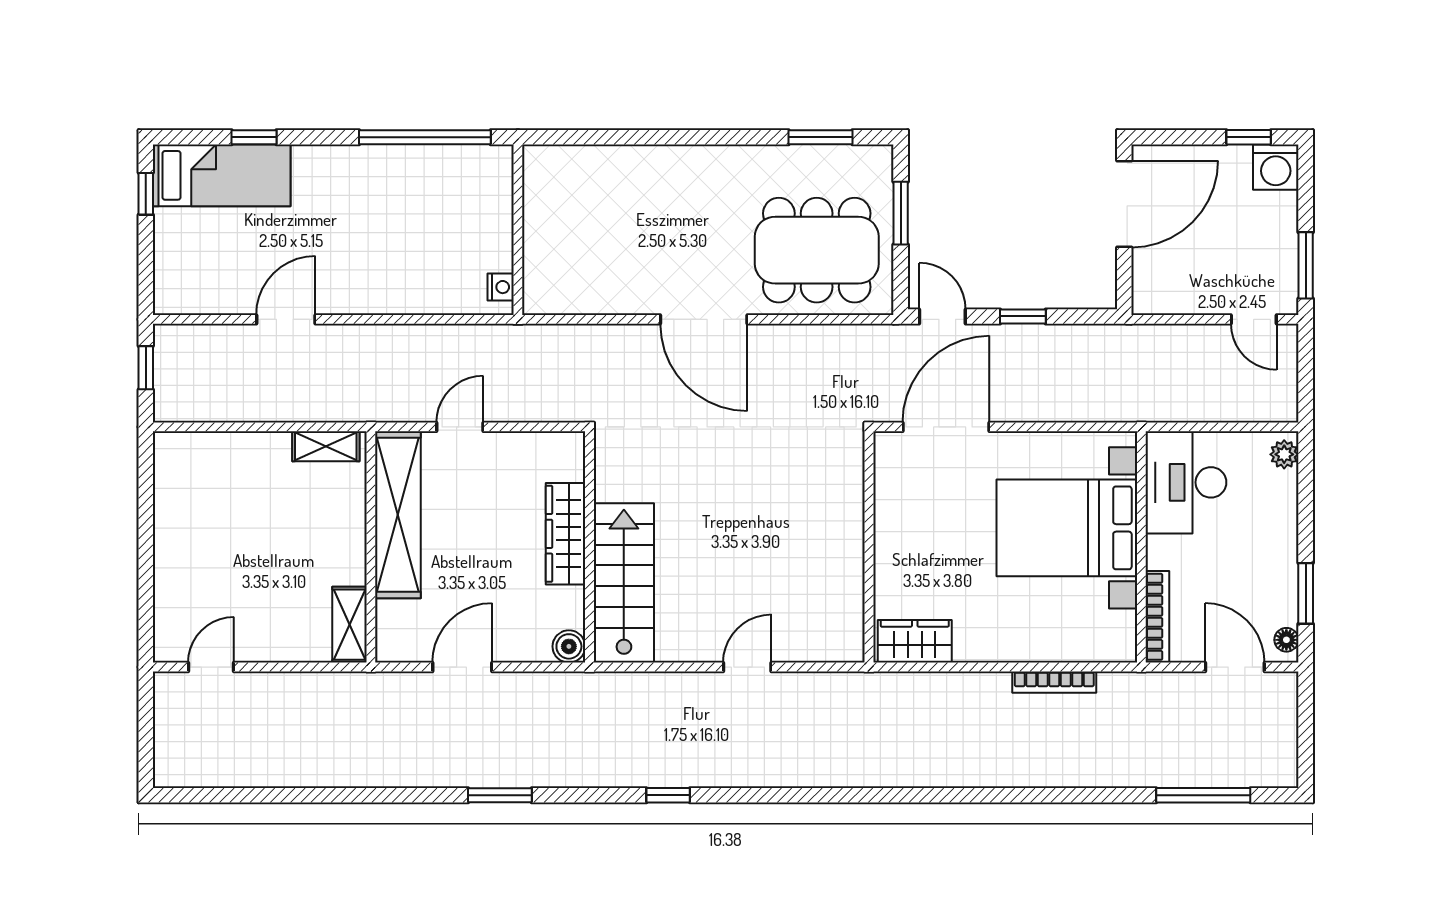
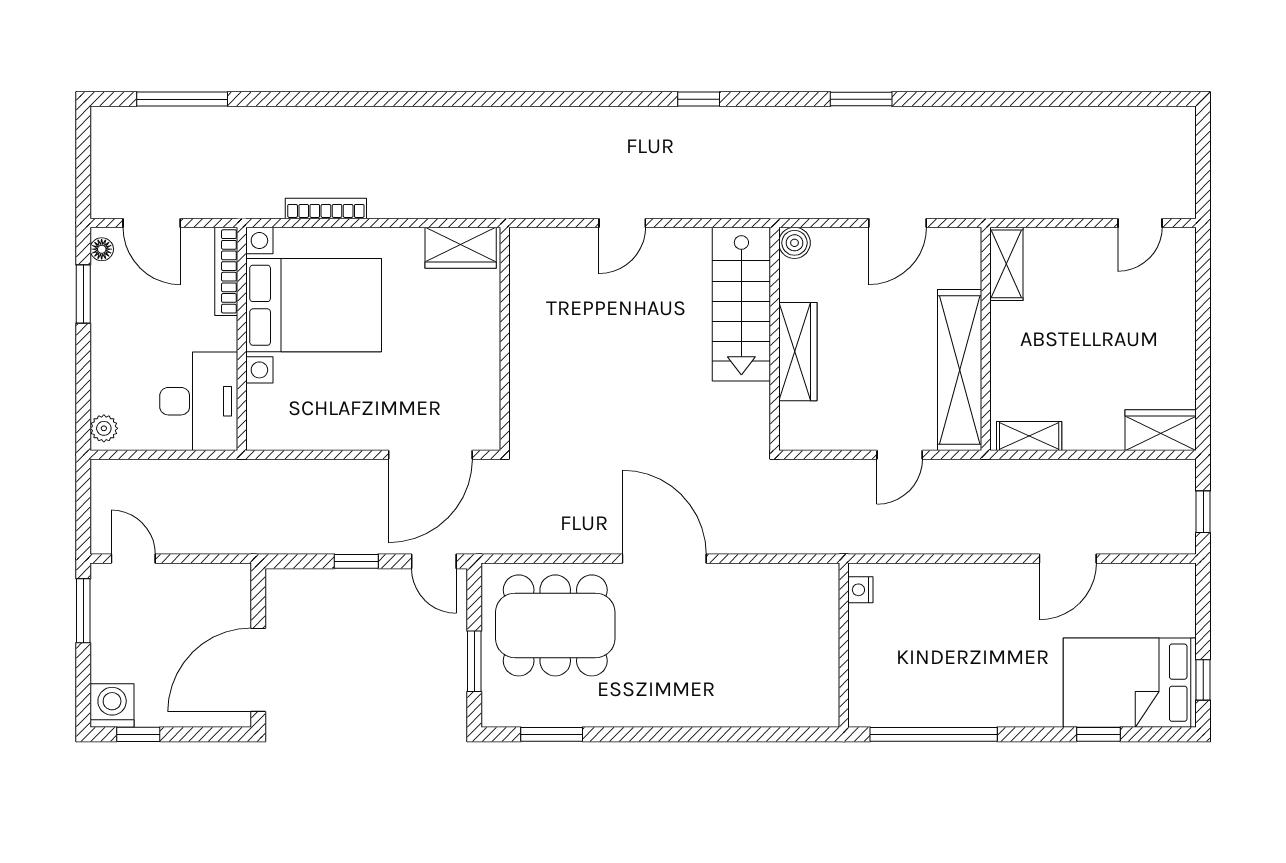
bed: (222, 175) -> (1130, 683), width x1.50
wardrobe: (190, 452) -> (1161, 430), added
bed with nightstands: (1067, 528) -> (314, 305), moved

